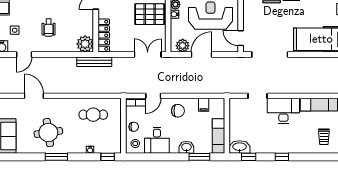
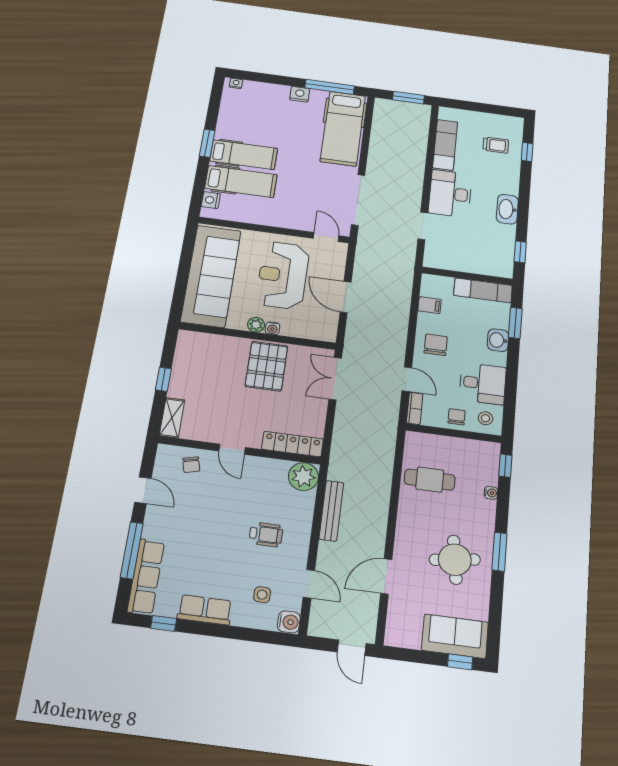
door: (241, 38) -> (326, 237), swing flipped
plant: (183, 46) -> (327, 323), removed
bench: (94, 62) -> (331, 511), moved
cafe table: (93, 115) -> (430, 480), turned 90
washbasin: (240, 147) -> (507, 209), moved
window: (282, 157) -> (527, 152), moved

